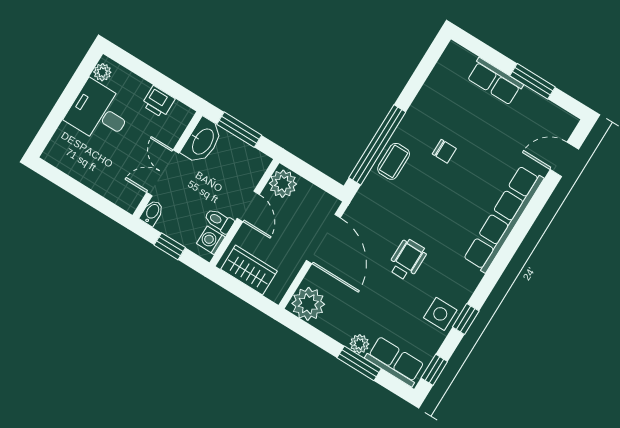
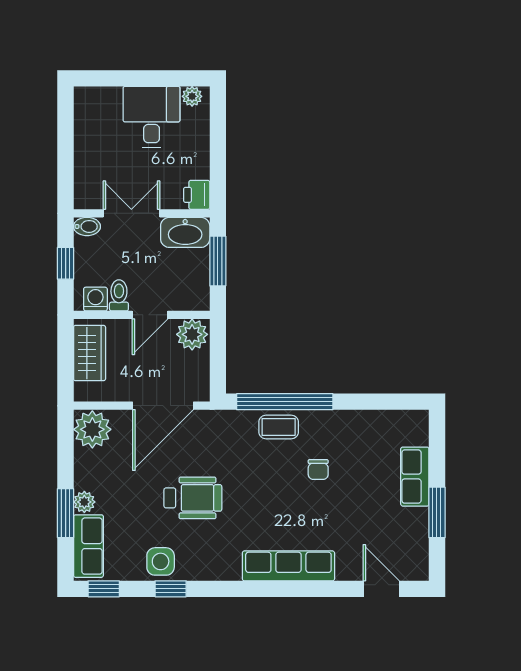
printer: (158, 102) -> (197, 195), moved
row of seats: (503, 219) -> (288, 566), width x0.73
wheelchair: (407, 260) -> (193, 498), width x1.36, depth x1.37

